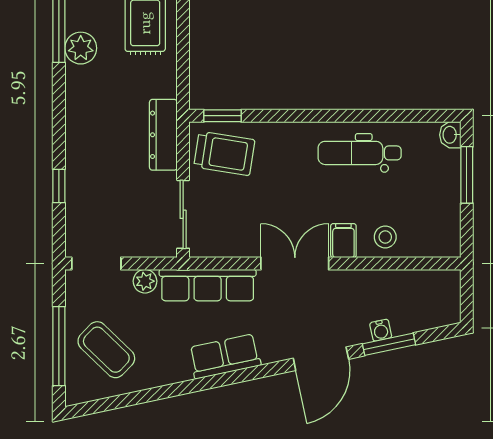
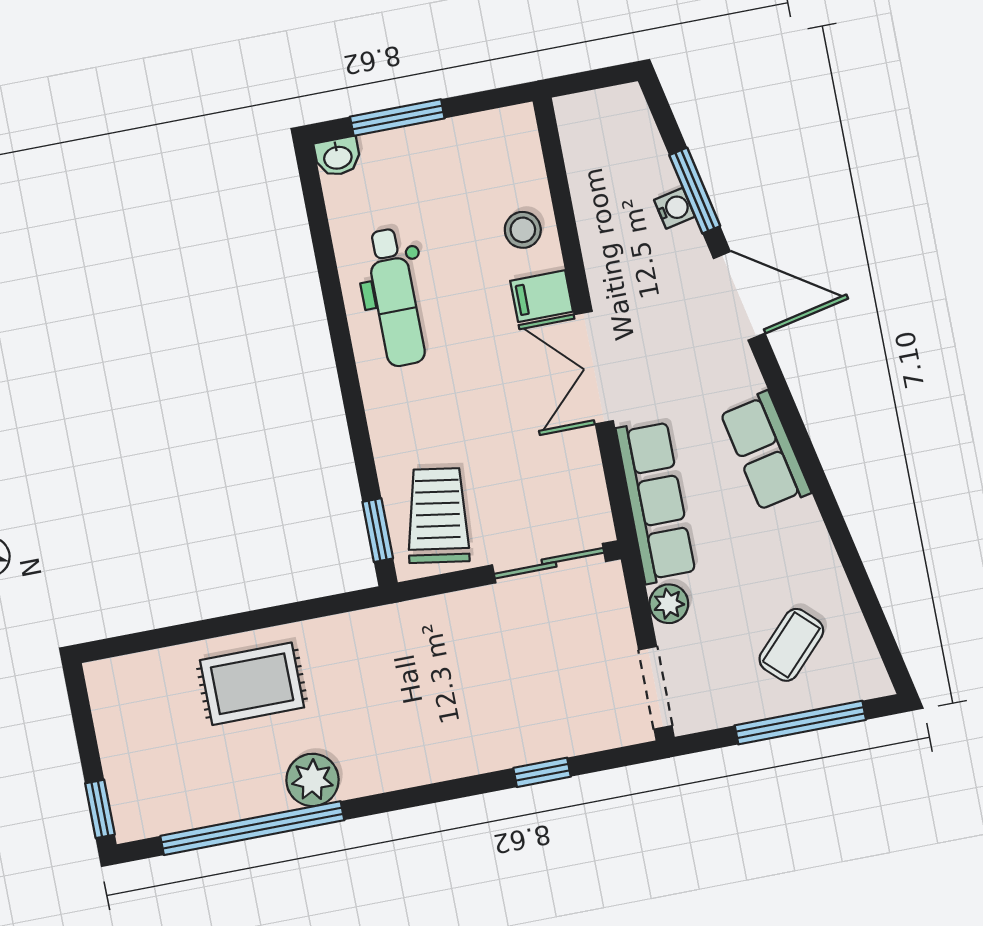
dresser: (163, 135) -> (427, 620), removed
coffee table: (106, 350) -> (791, 645), width x0.73, depth x0.77

